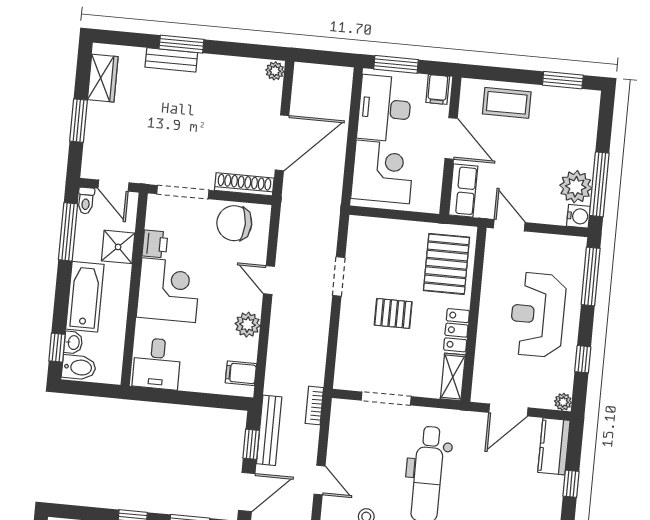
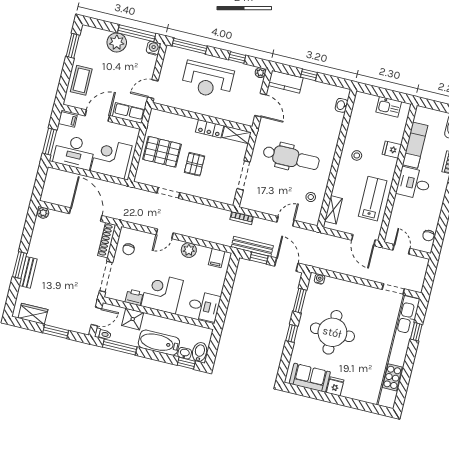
plant: (576, 187) -> (117, 42), moved
chair: (234, 223) -> (129, 249), width x0.54, depth x0.54
pallet: (447, 264) -> (162, 152), moved

